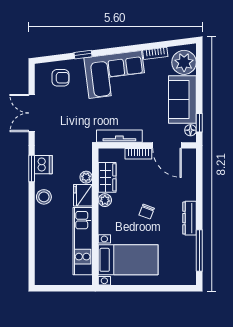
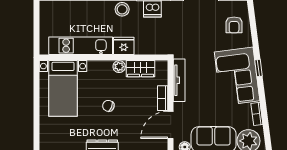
window: (83, 55) -> (259, 68), moved
plant: (86, 177) -> (141, 49), removed

